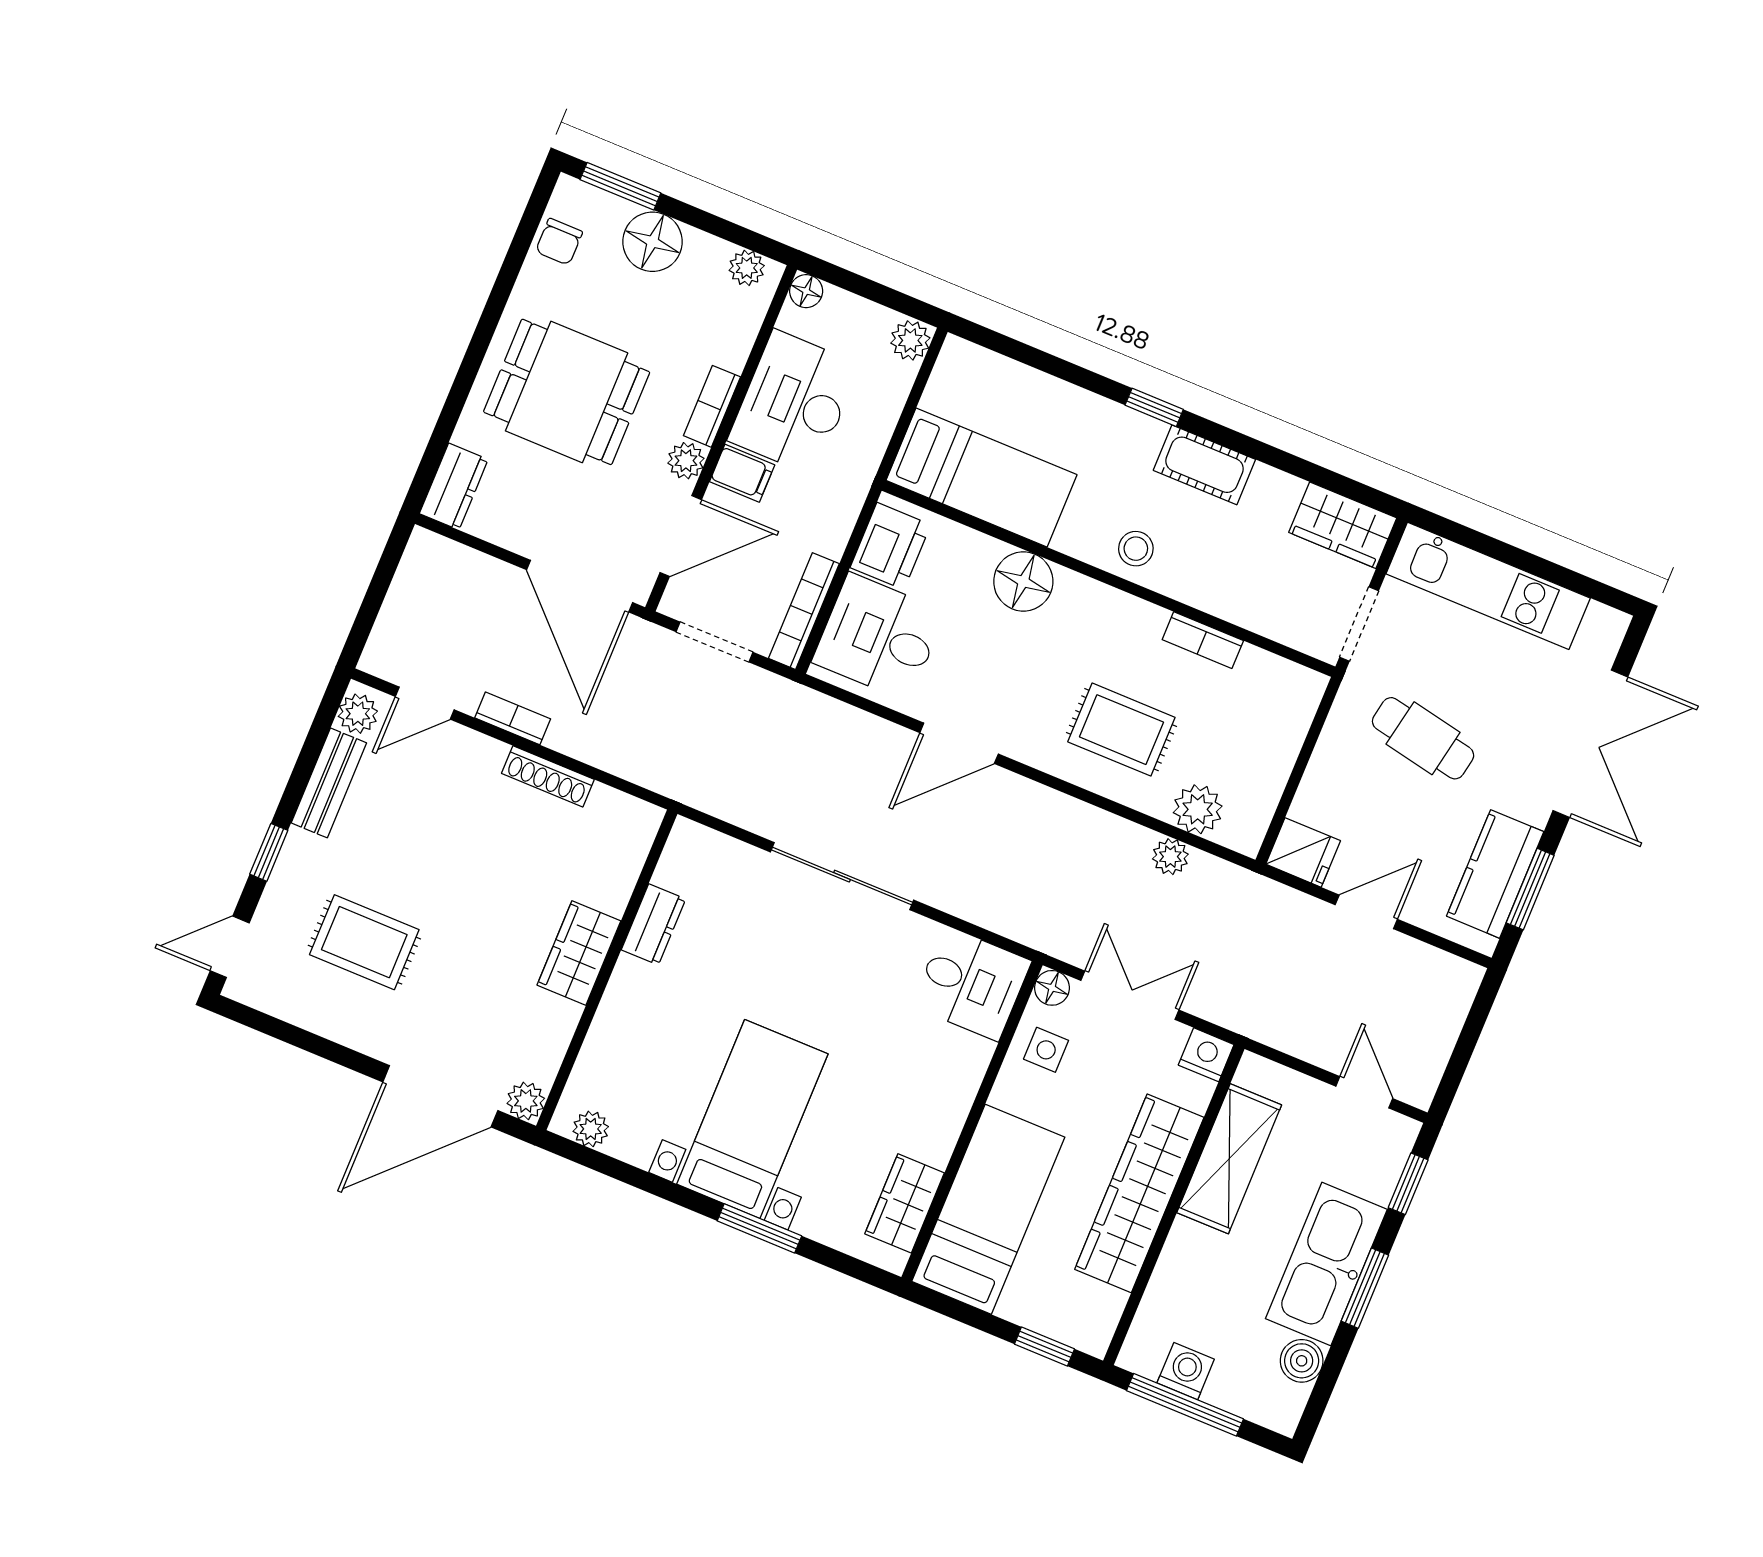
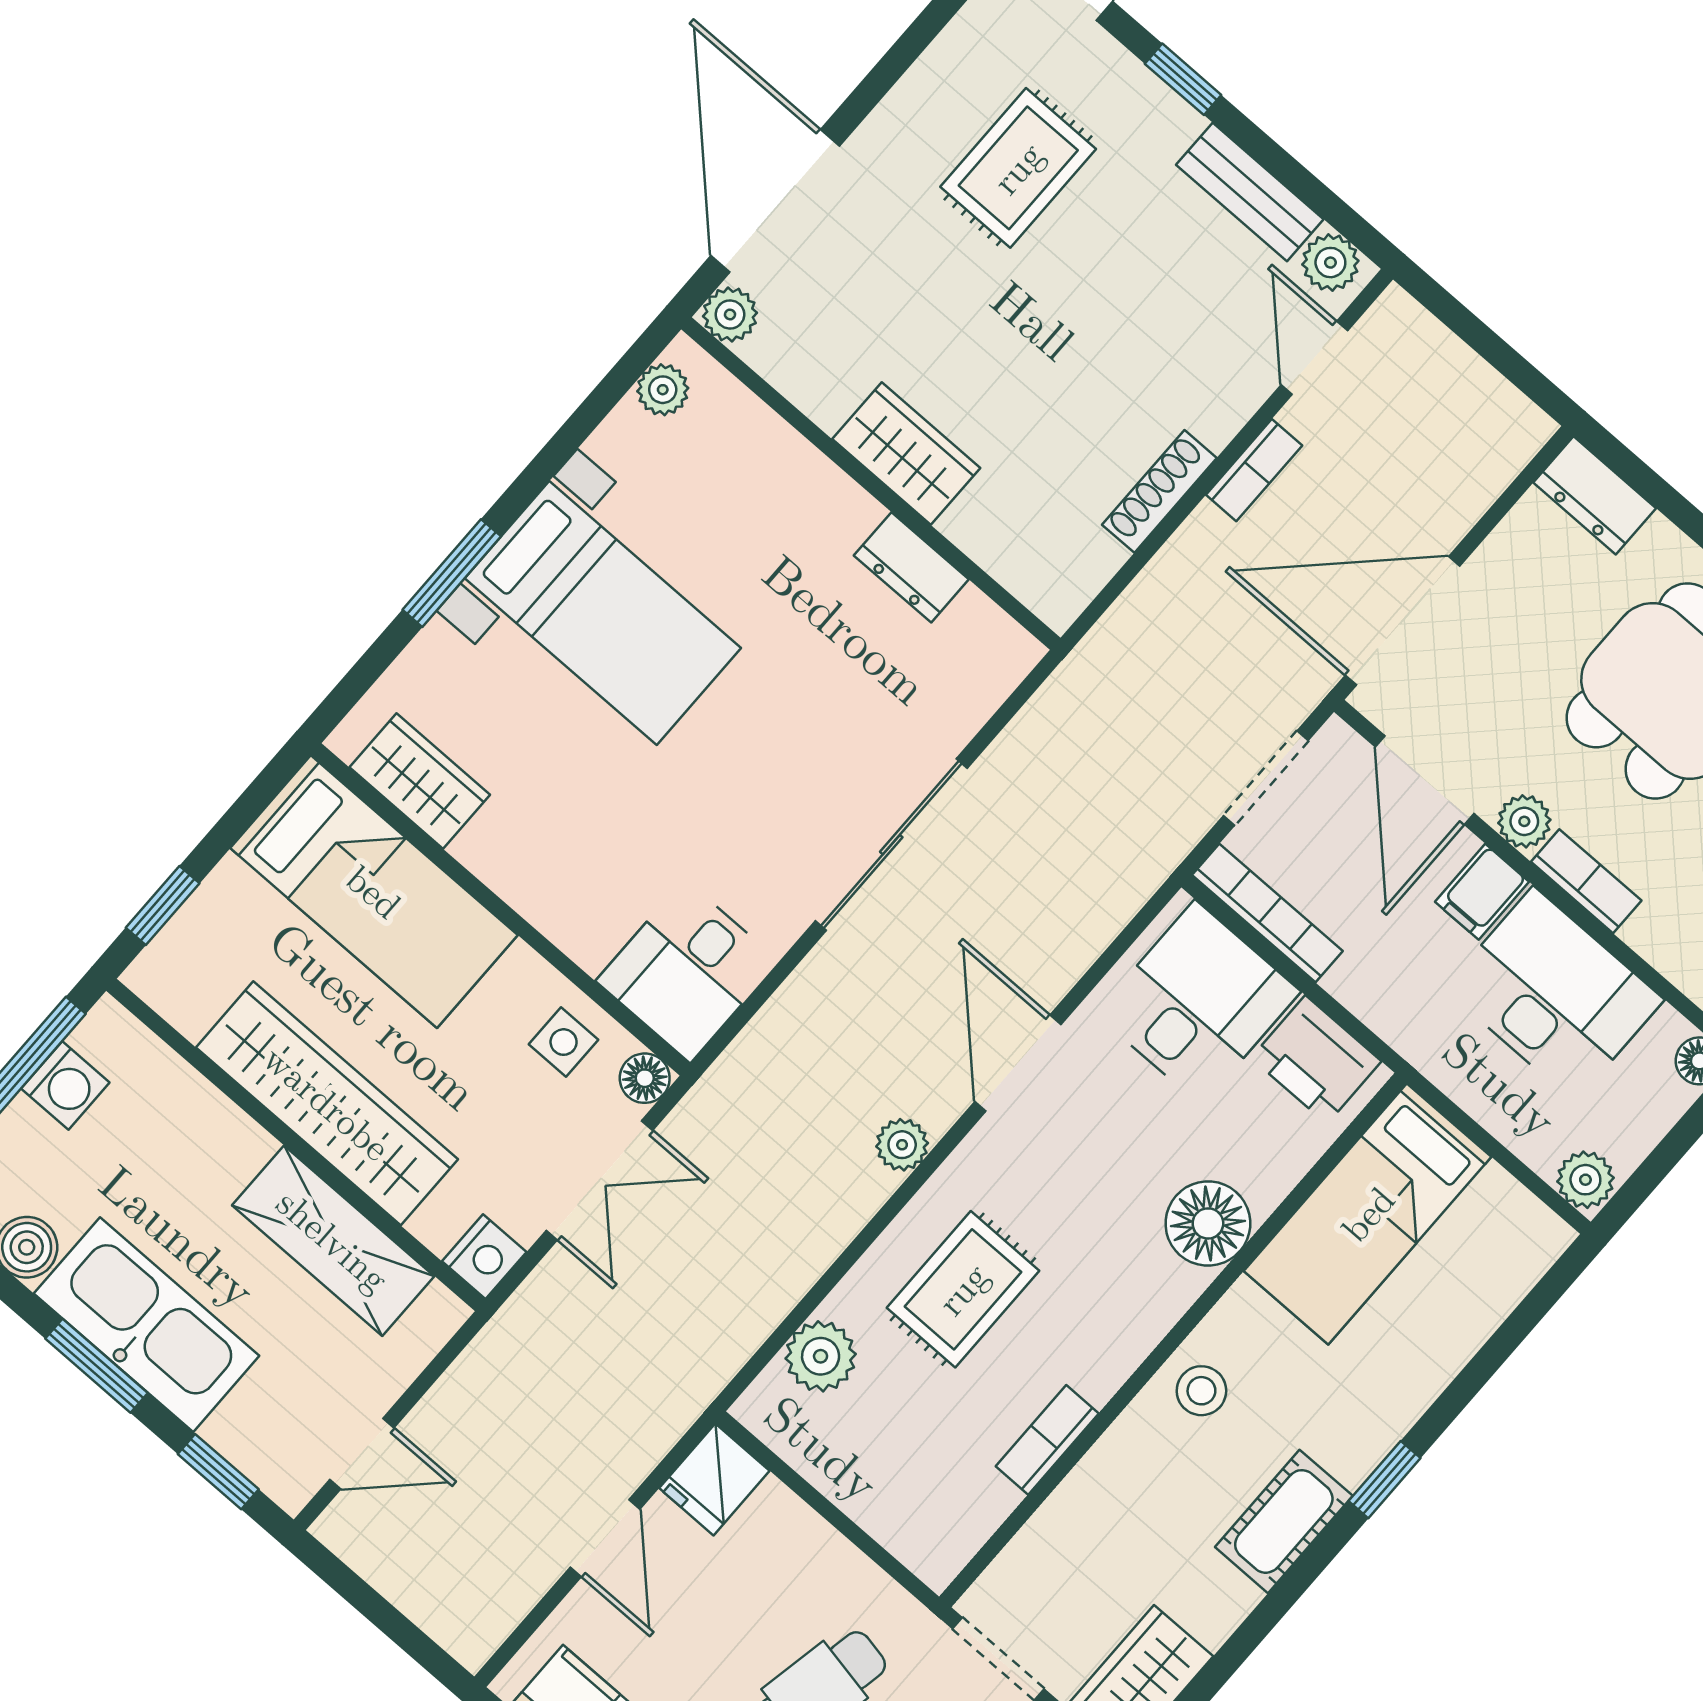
plant: (1170, 857) -> (902, 1145), moved

